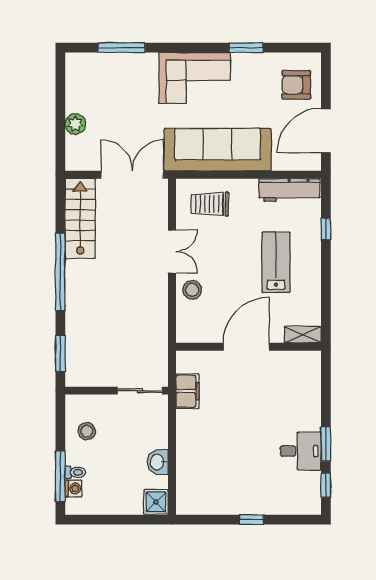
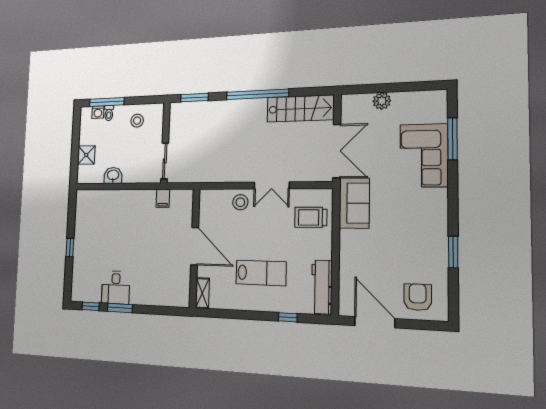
corner sofa: (195, 78) -> (424, 156), moved
sofa: (218, 150) -> (354, 203), width x0.54, depth x0.79
trolley: (210, 204) -> (311, 217), turned -90
filing cabinet: (187, 391) -> (163, 198), width x0.50
shower: (156, 502) -> (86, 155), moved

